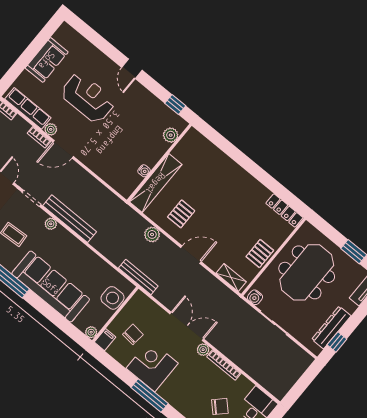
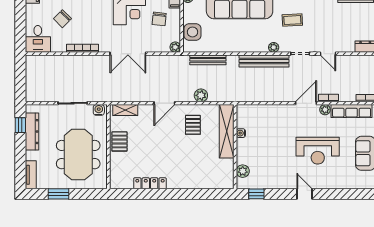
locker: (284, 210) -> (150, 183), moved
bench: (138, 277) -> (208, 60), moved
plant: (203, 350) -> (175, 47), moved

